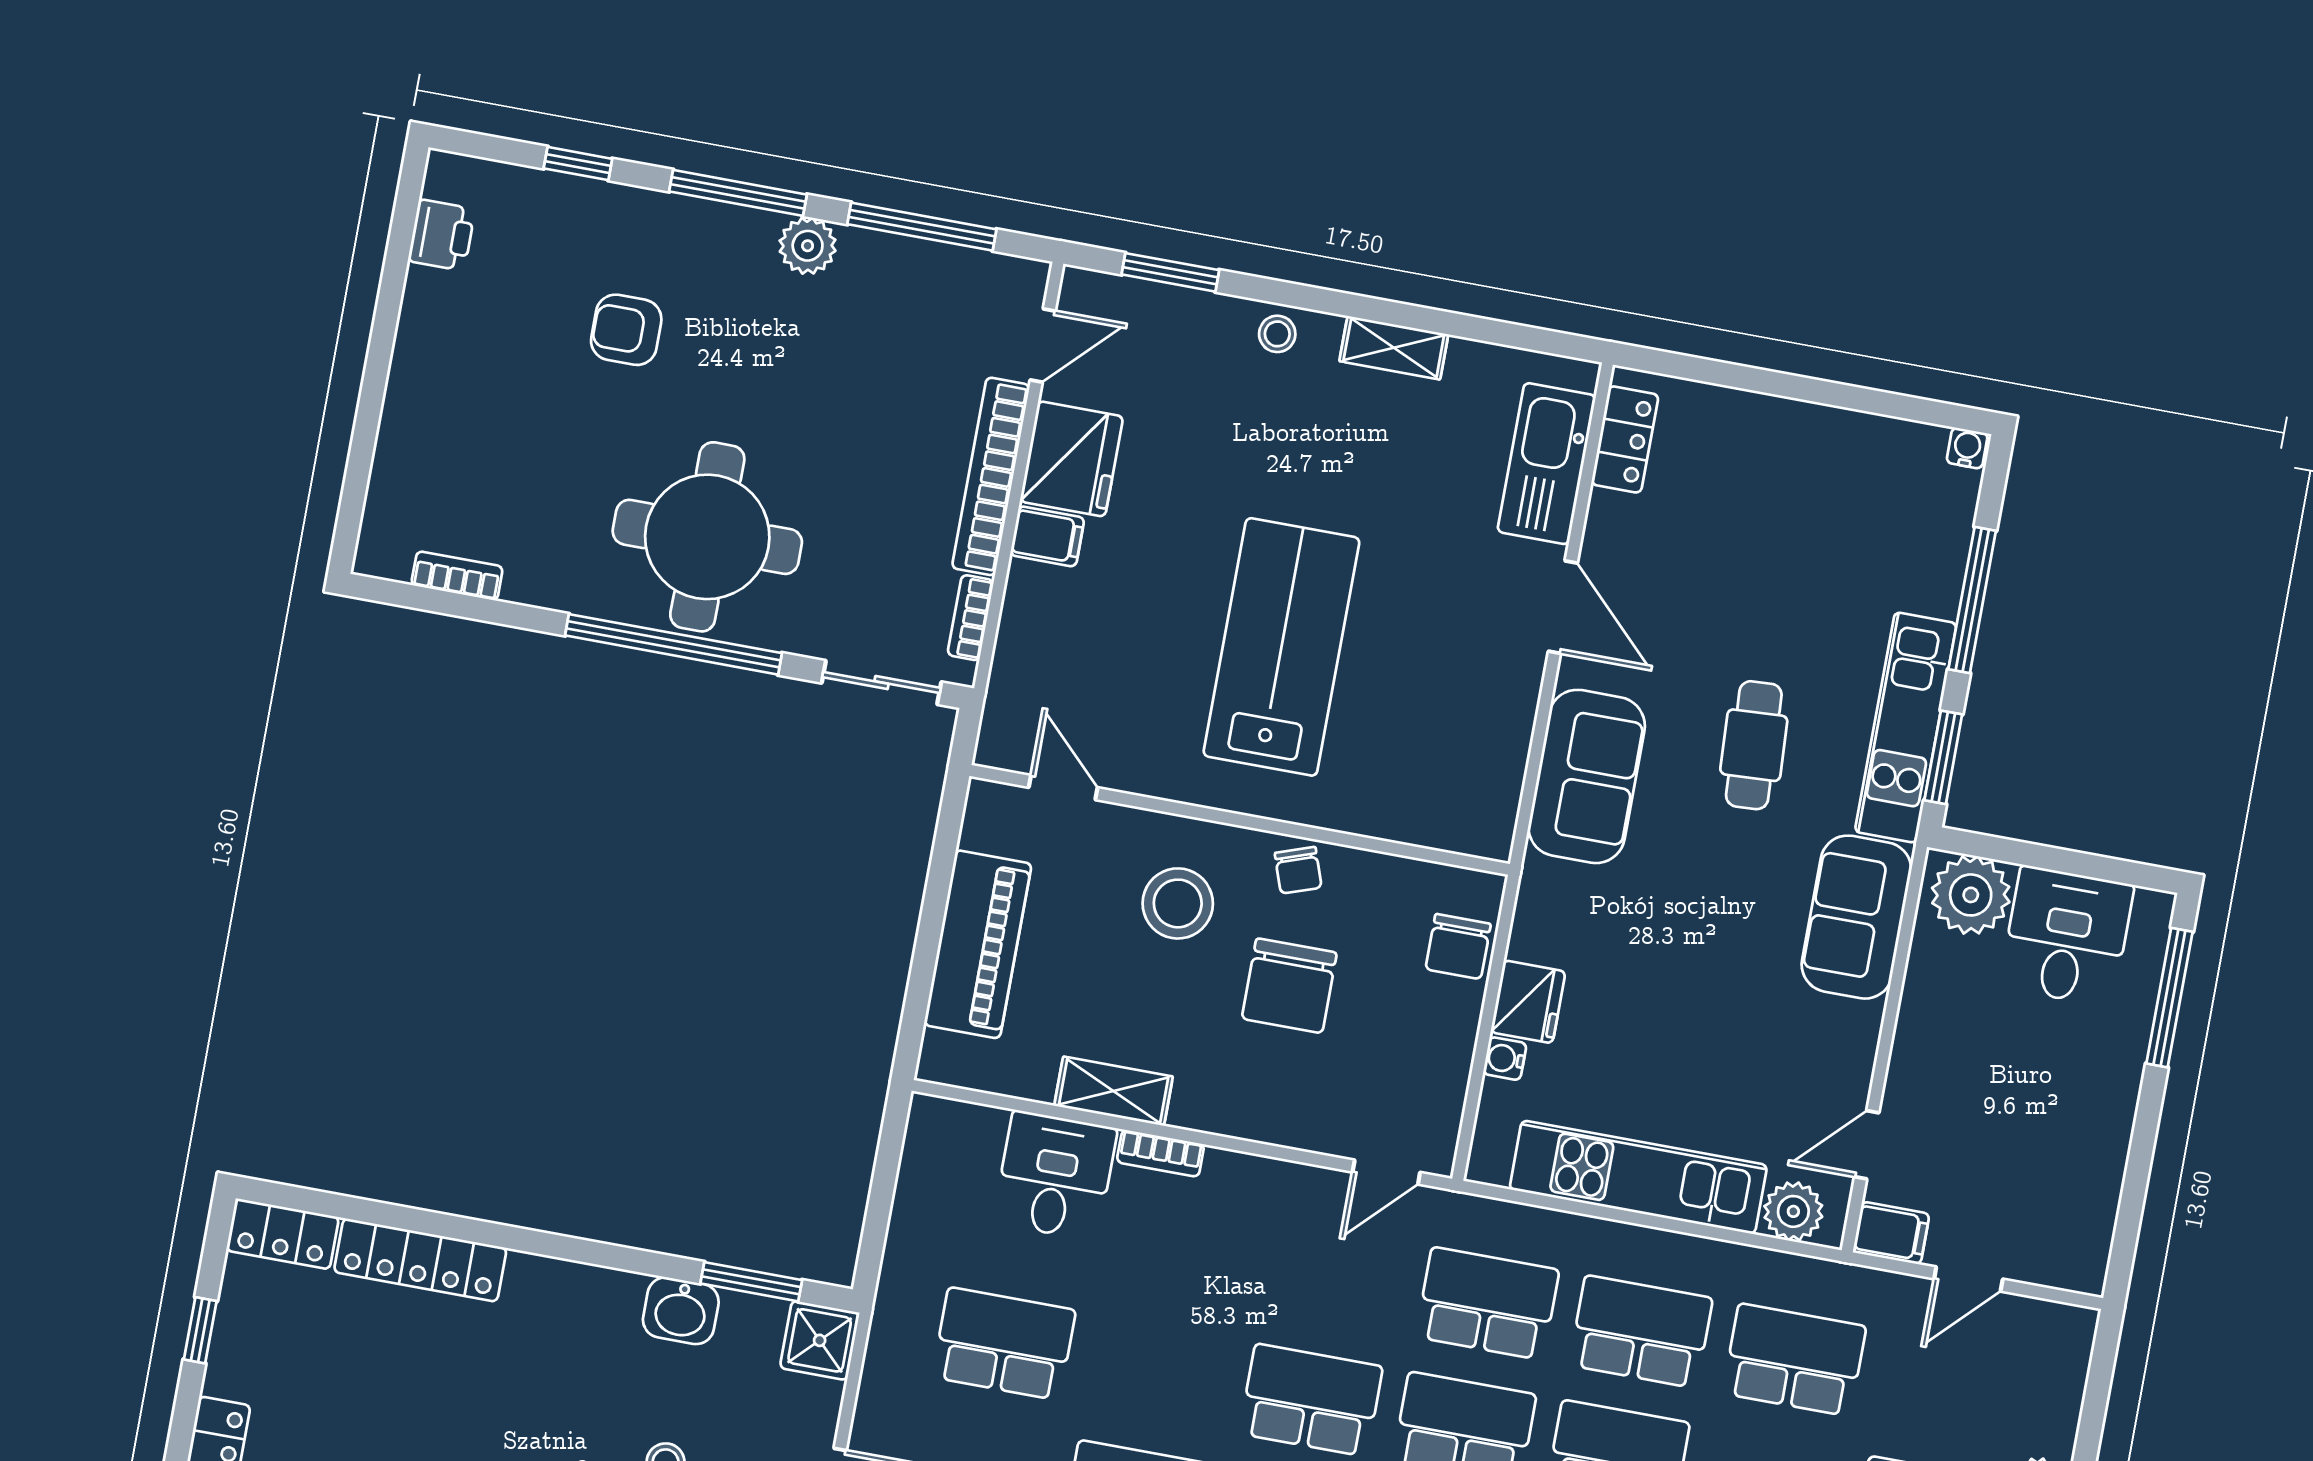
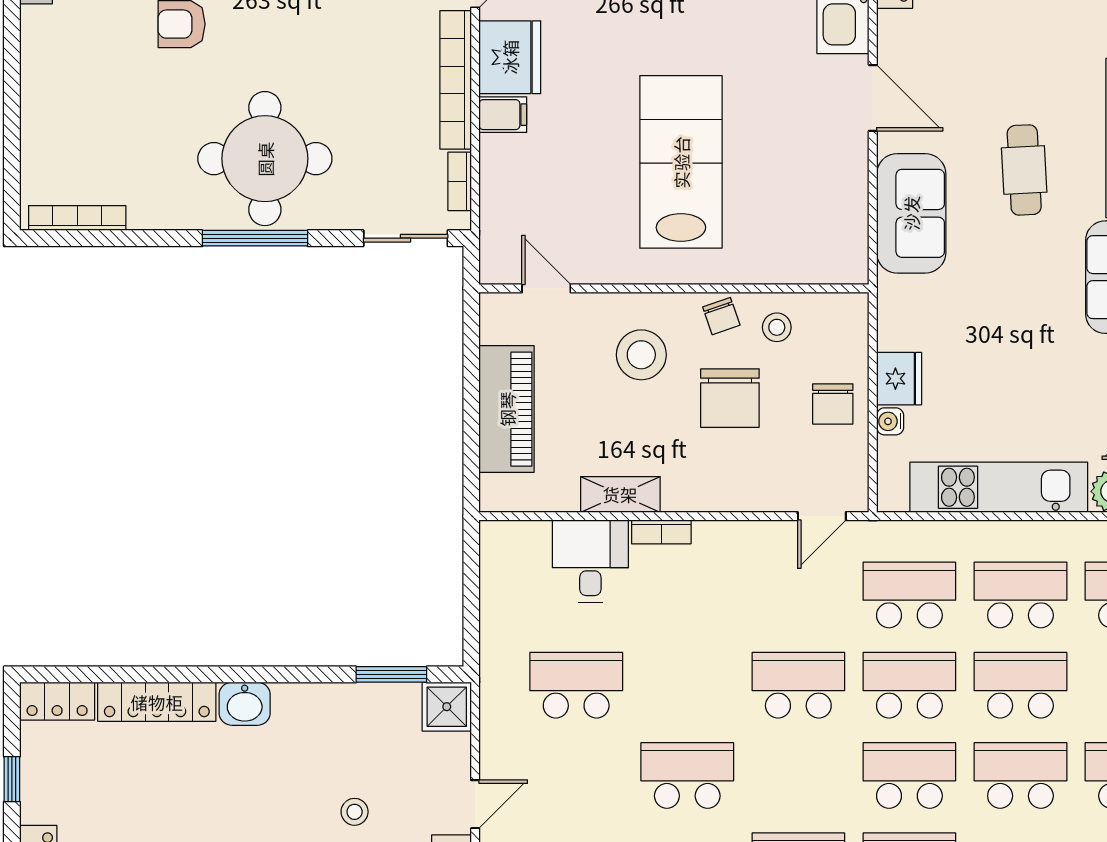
bookcase: (457, 576) -> (77, 218), width x1.56
window: (673, 644) -> (255, 238), width x0.68
stool: (1372, 900) -> (777, 327), added
chair: (1458, 946) -> (833, 404), moved
washbasin: (681, 1311) -> (245, 704), moved

